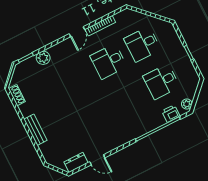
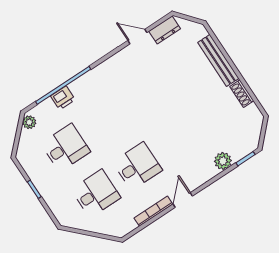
shoe rack: (17, 95) -> (242, 94), moved
printer: (171, 114) -> (63, 98), moved
bench: (35, 130) -> (218, 60), width x1.36

